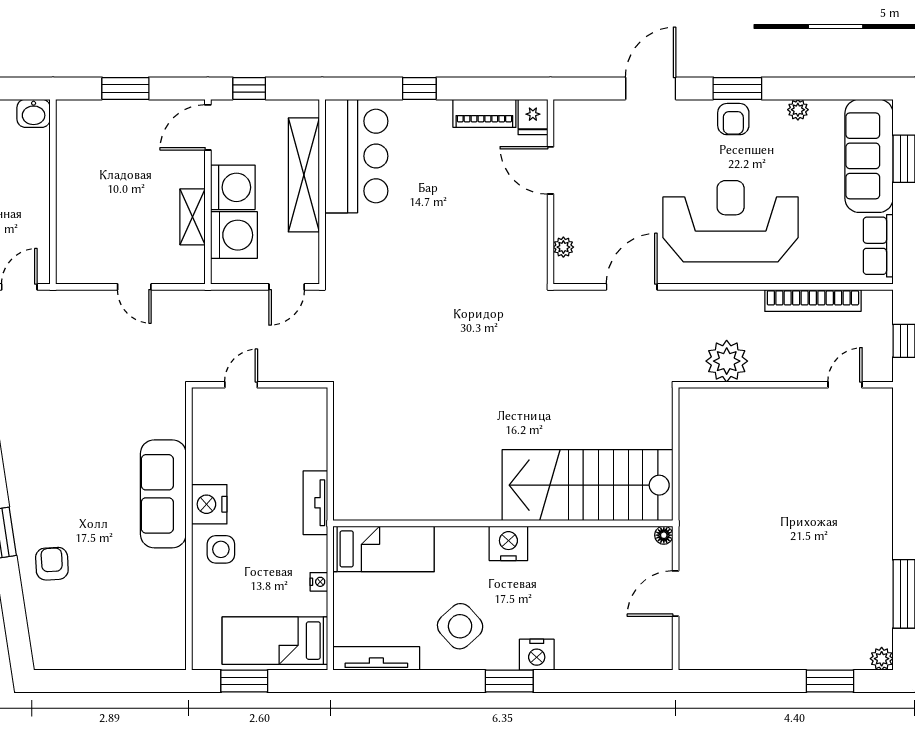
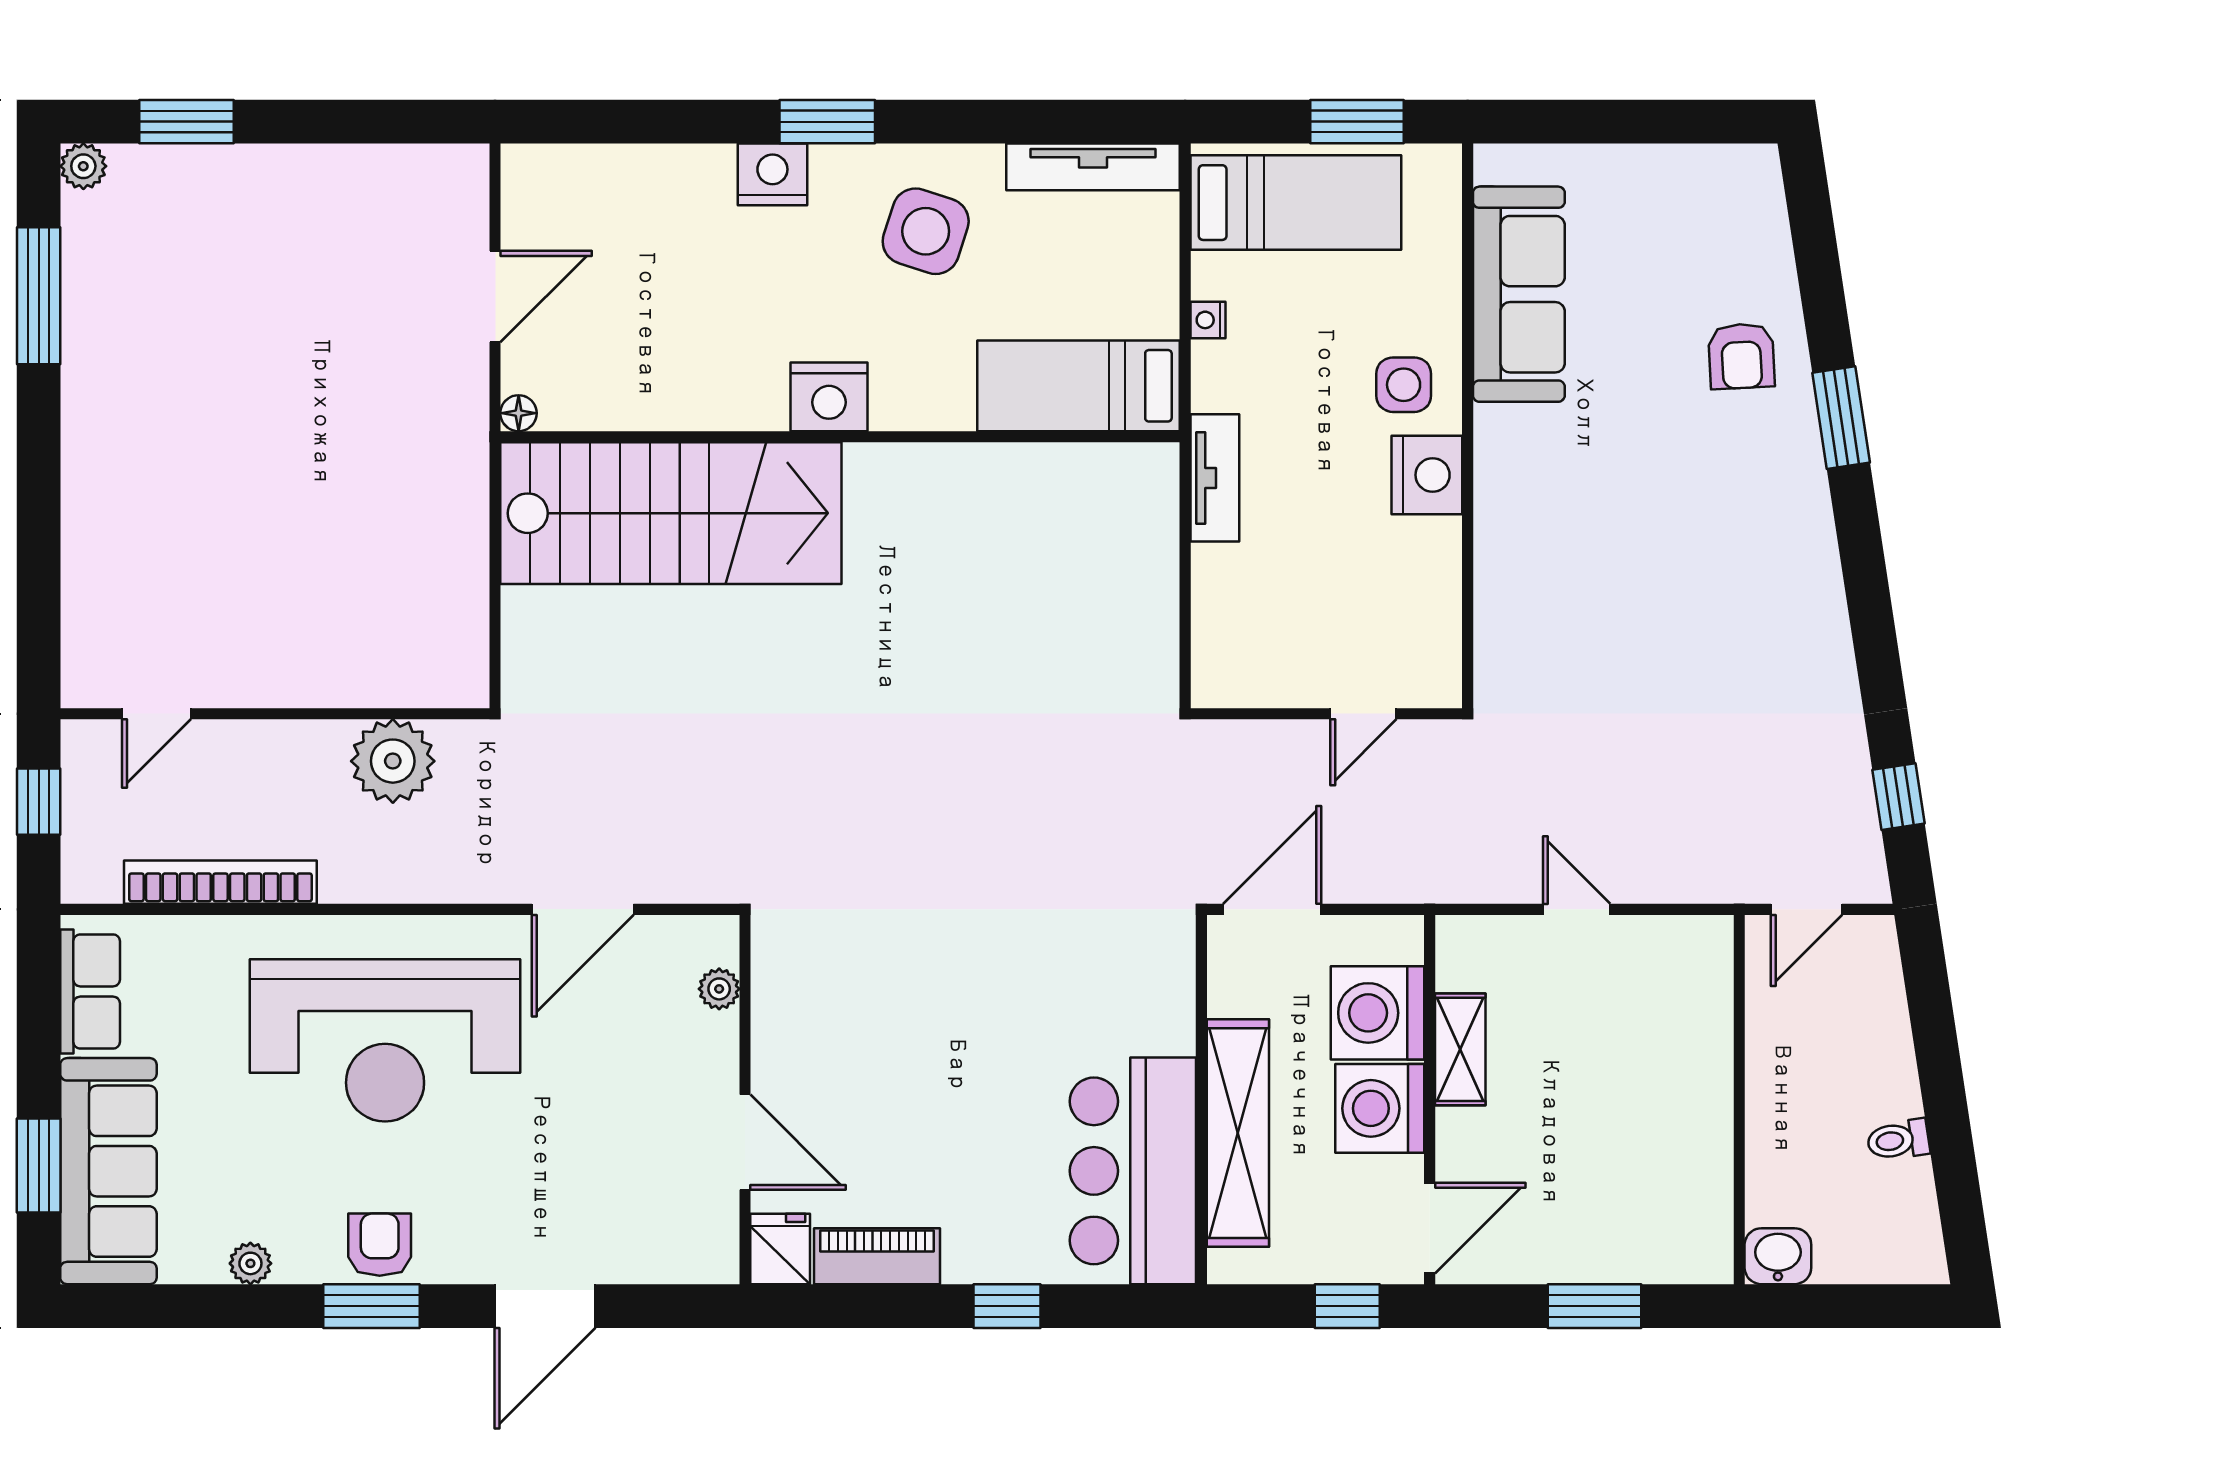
door: (287, 287) -> (1272, 909), width x1.38
sofa: (163, 494) -> (1519, 294), moved
side table: (460, 626) -> (926, 231), turned -30

